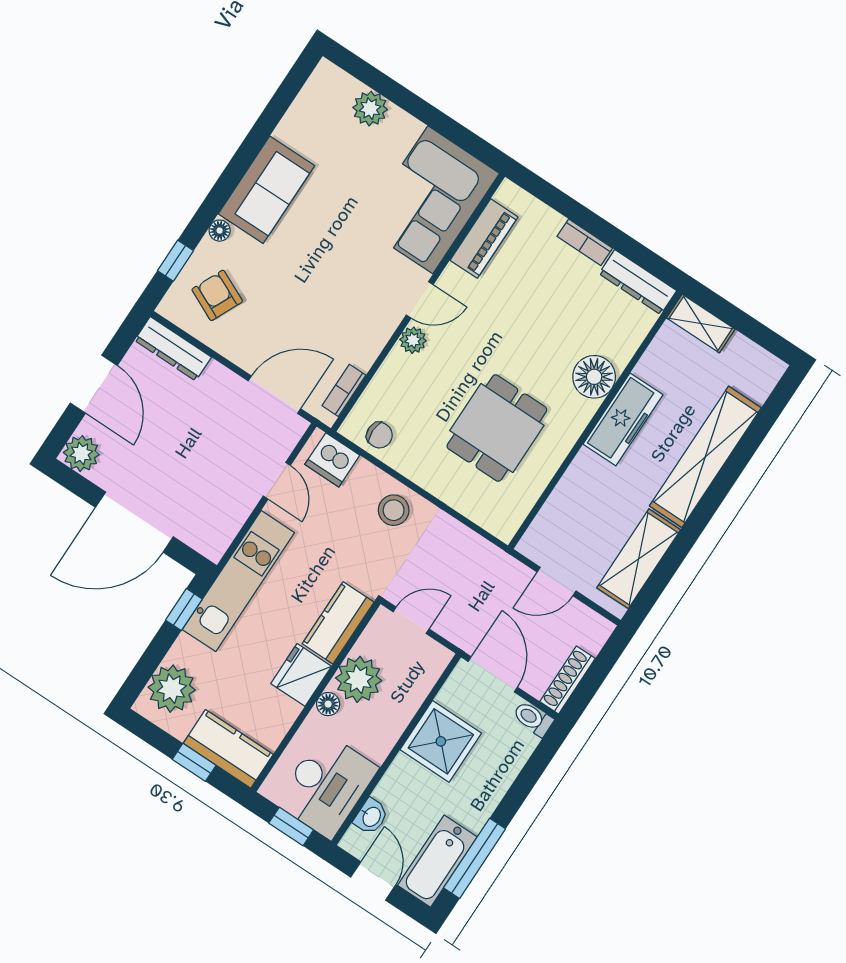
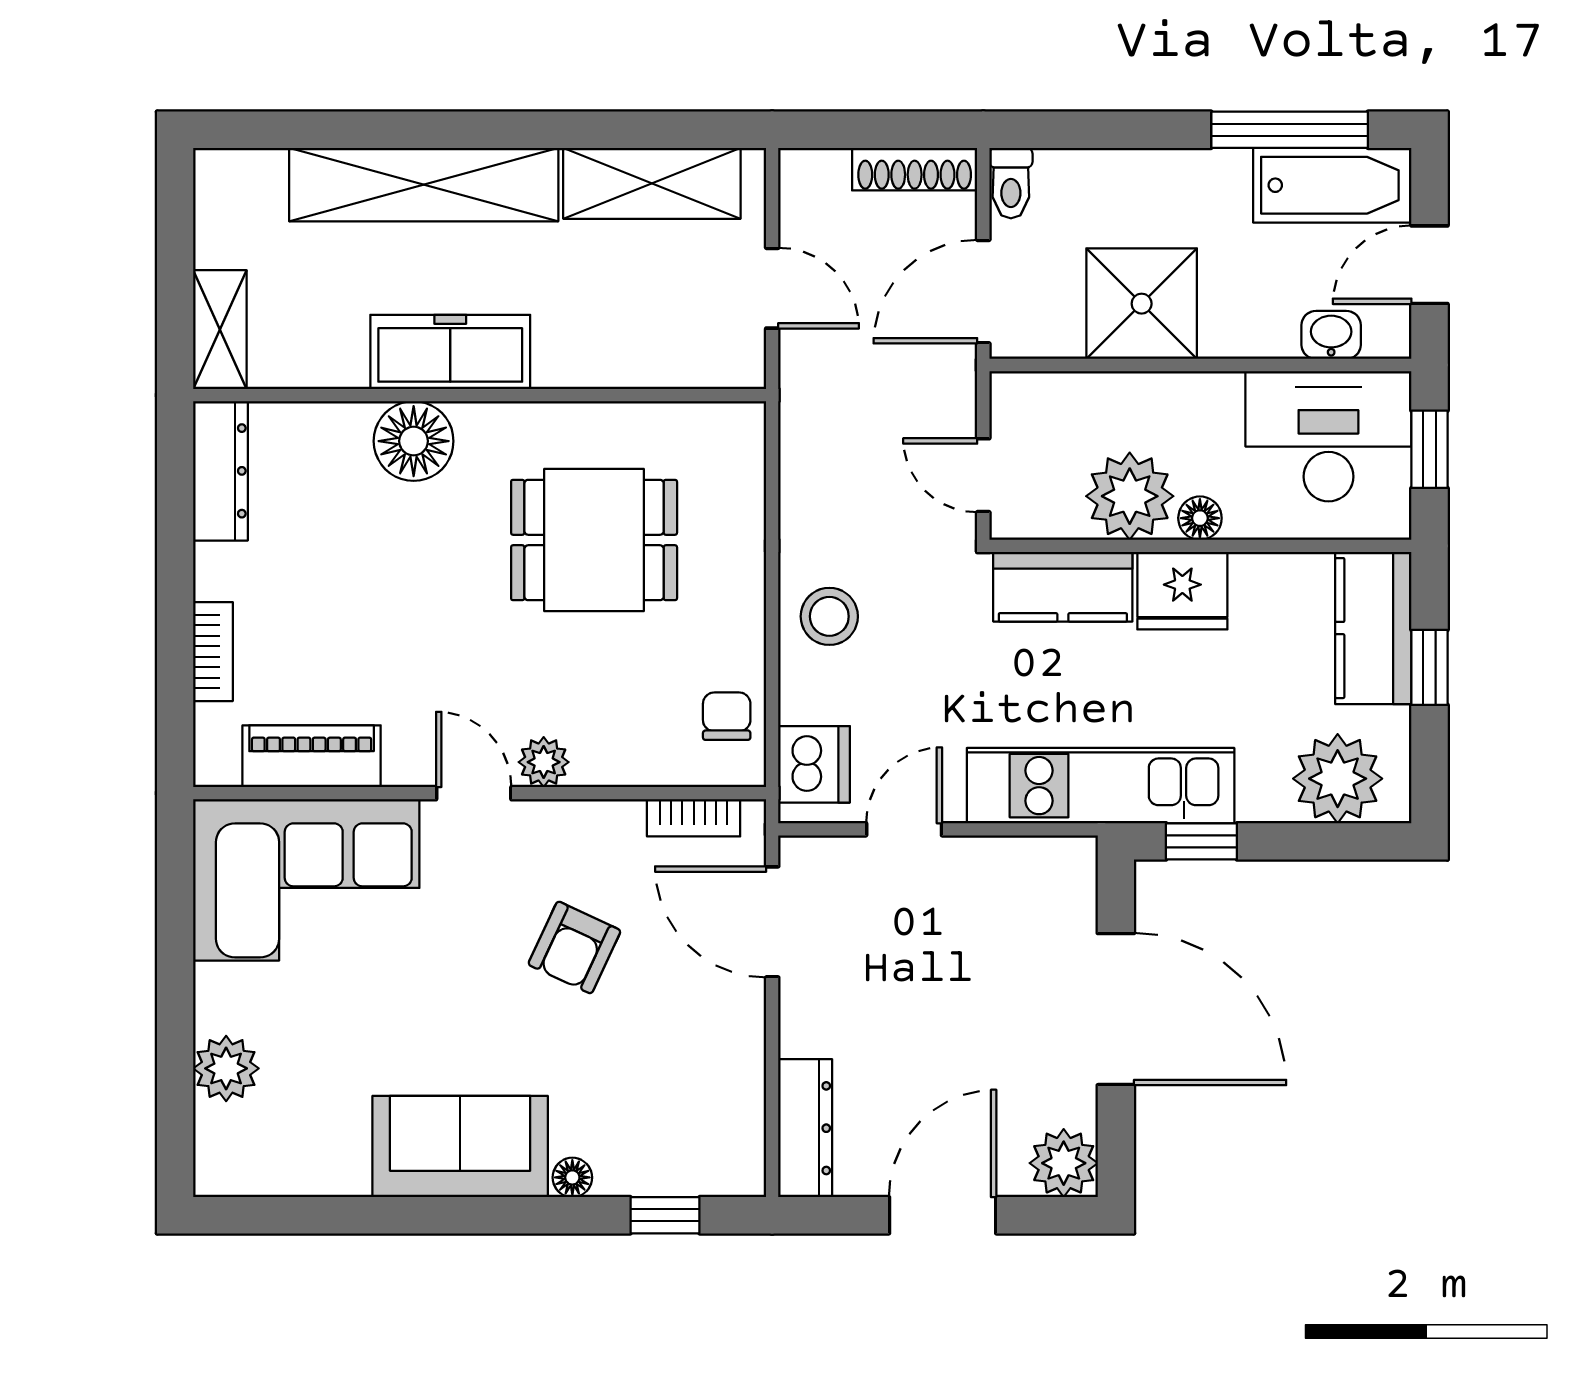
bookcase: (585, 242) -> (213, 652), moved
armchair: (217, 295) -> (574, 947), moved

